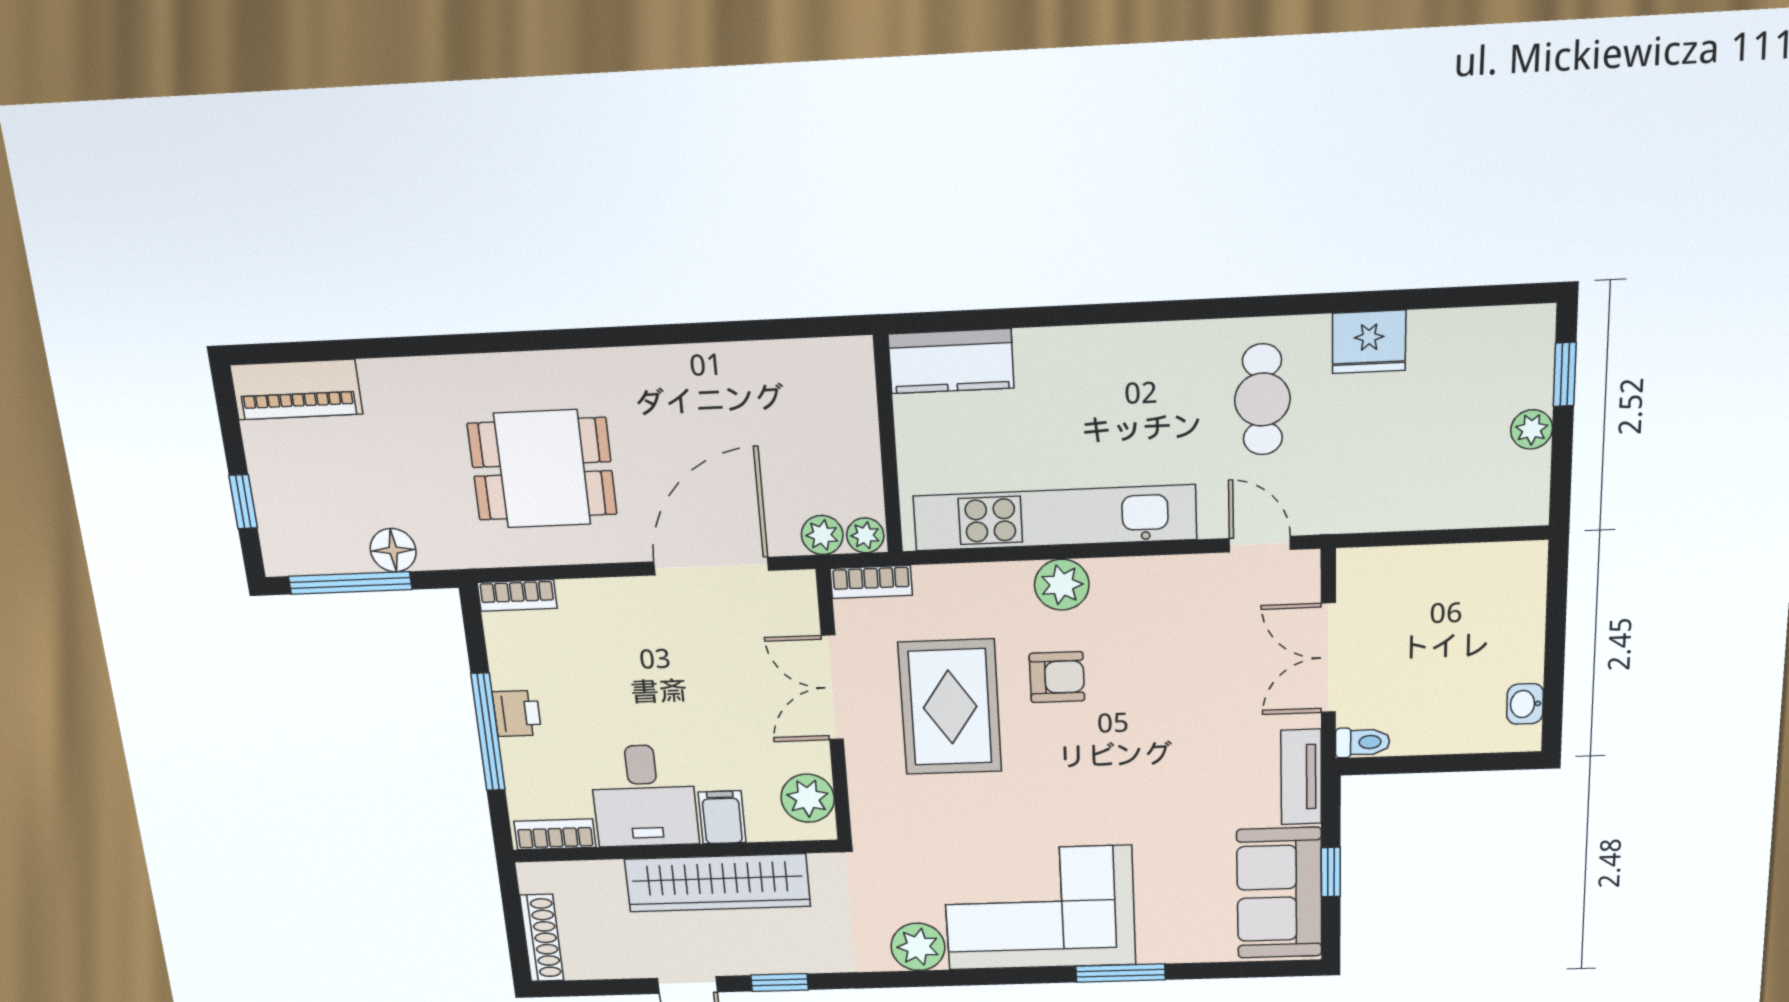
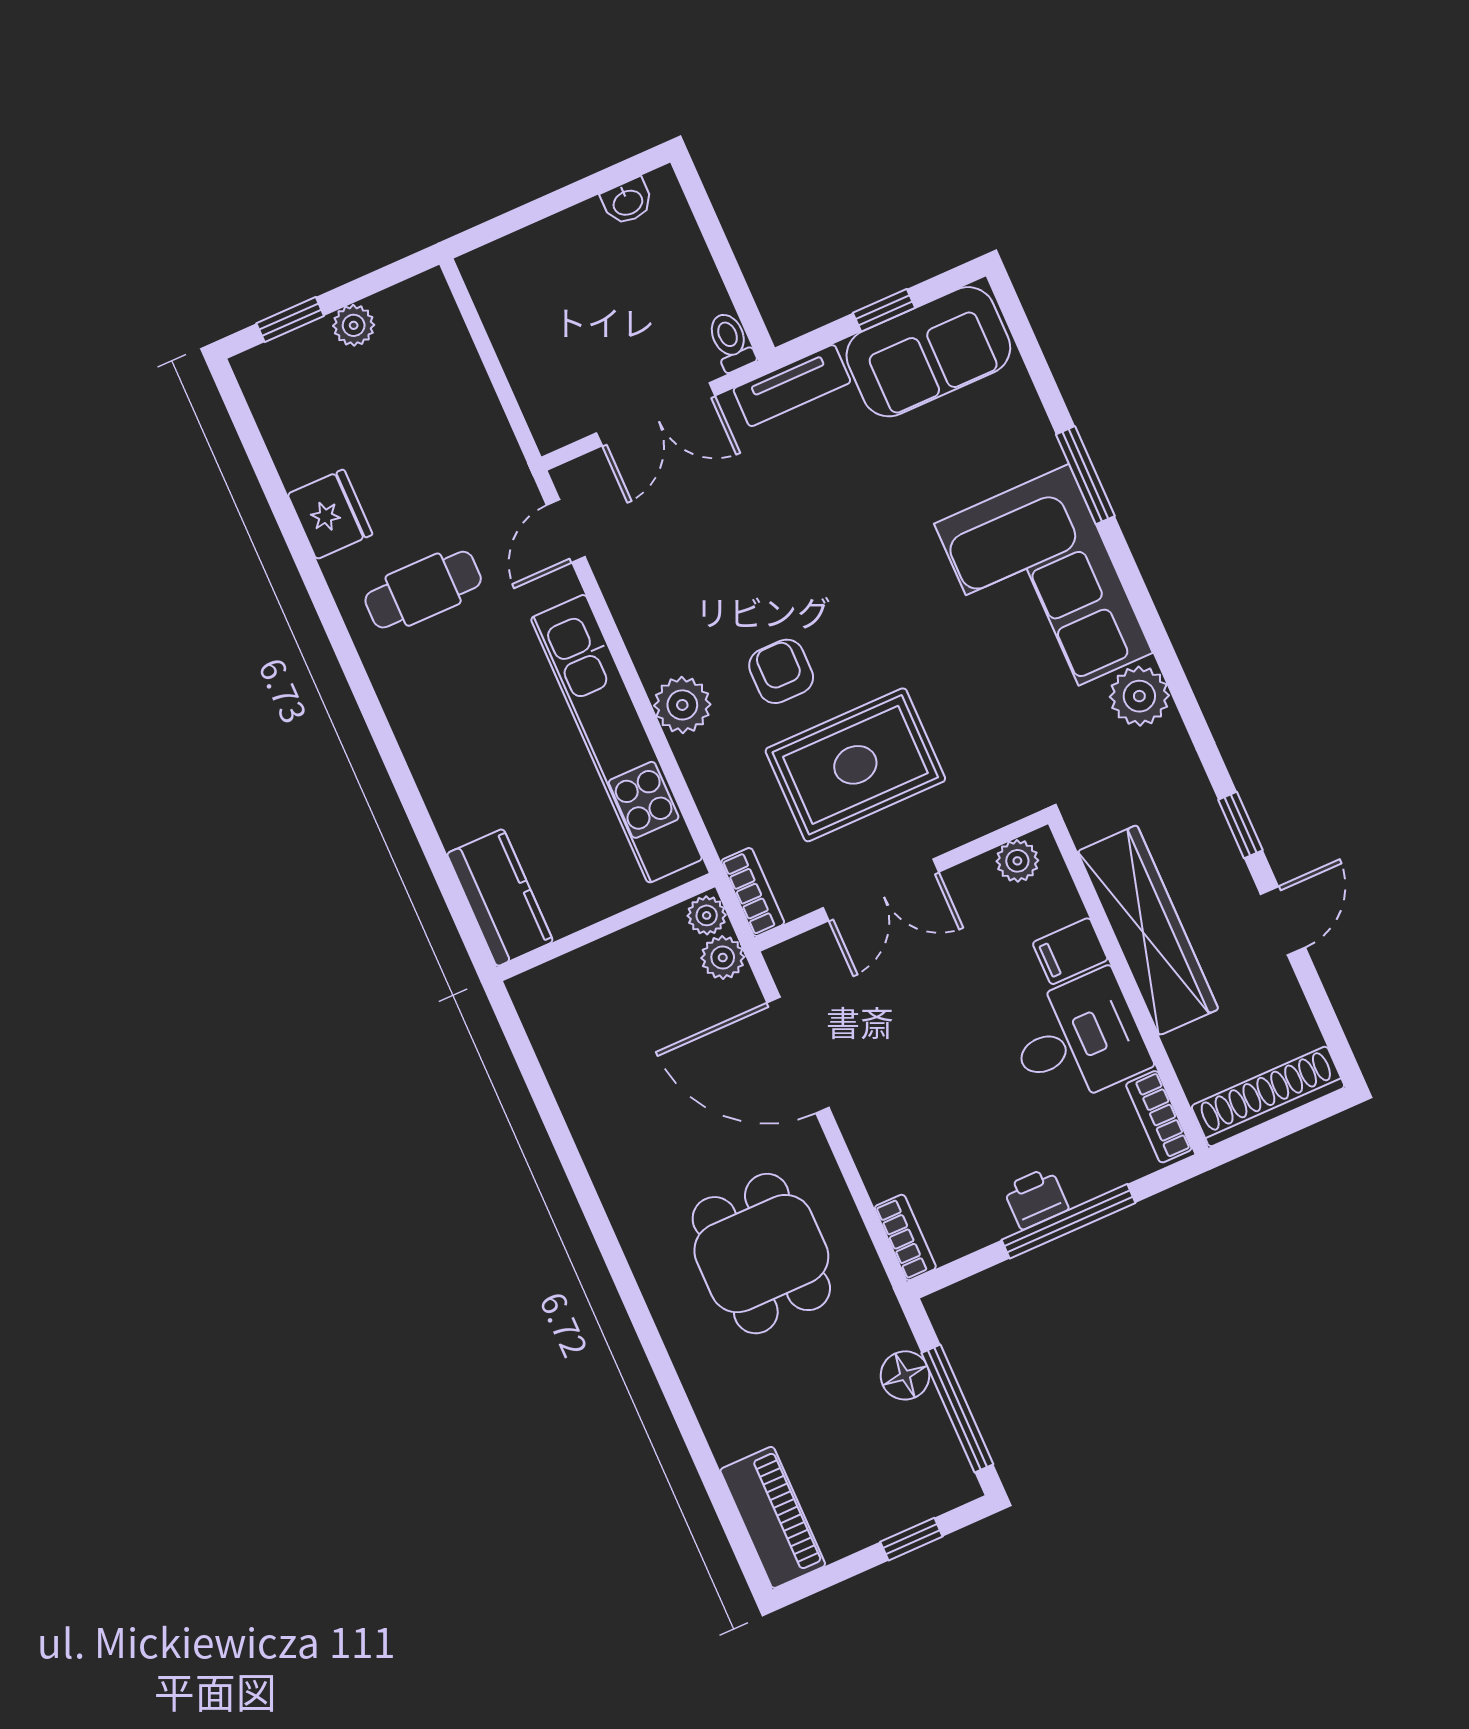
plant: (808, 798) -> (1017, 861), width x0.73, depth x0.73
shoe rack: (542, 938) -> (1268, 1096), width x1.36, depth x1.24

